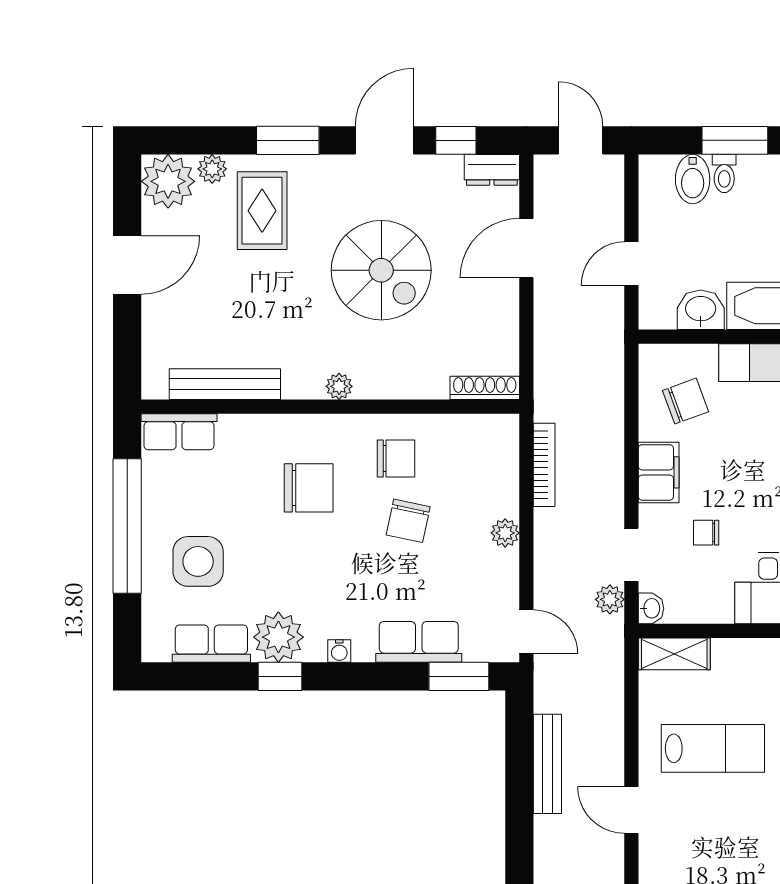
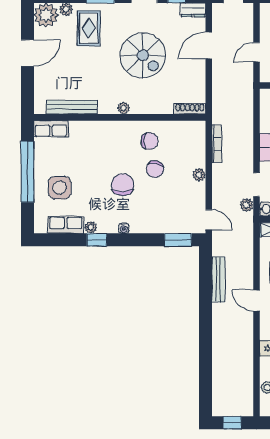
chair: (309, 488) -> (123, 185), moved, turned -90
plant: (278, 637) -> (91, 227), width x0.53, depth x0.53
row of seats: (419, 642) -> (160, 224), removed

